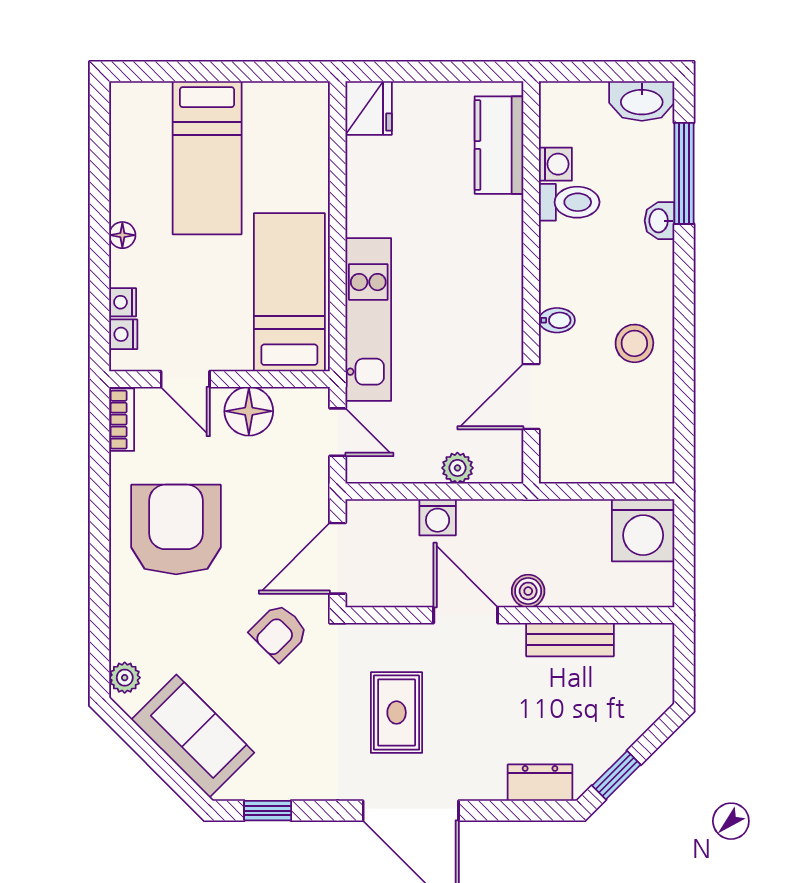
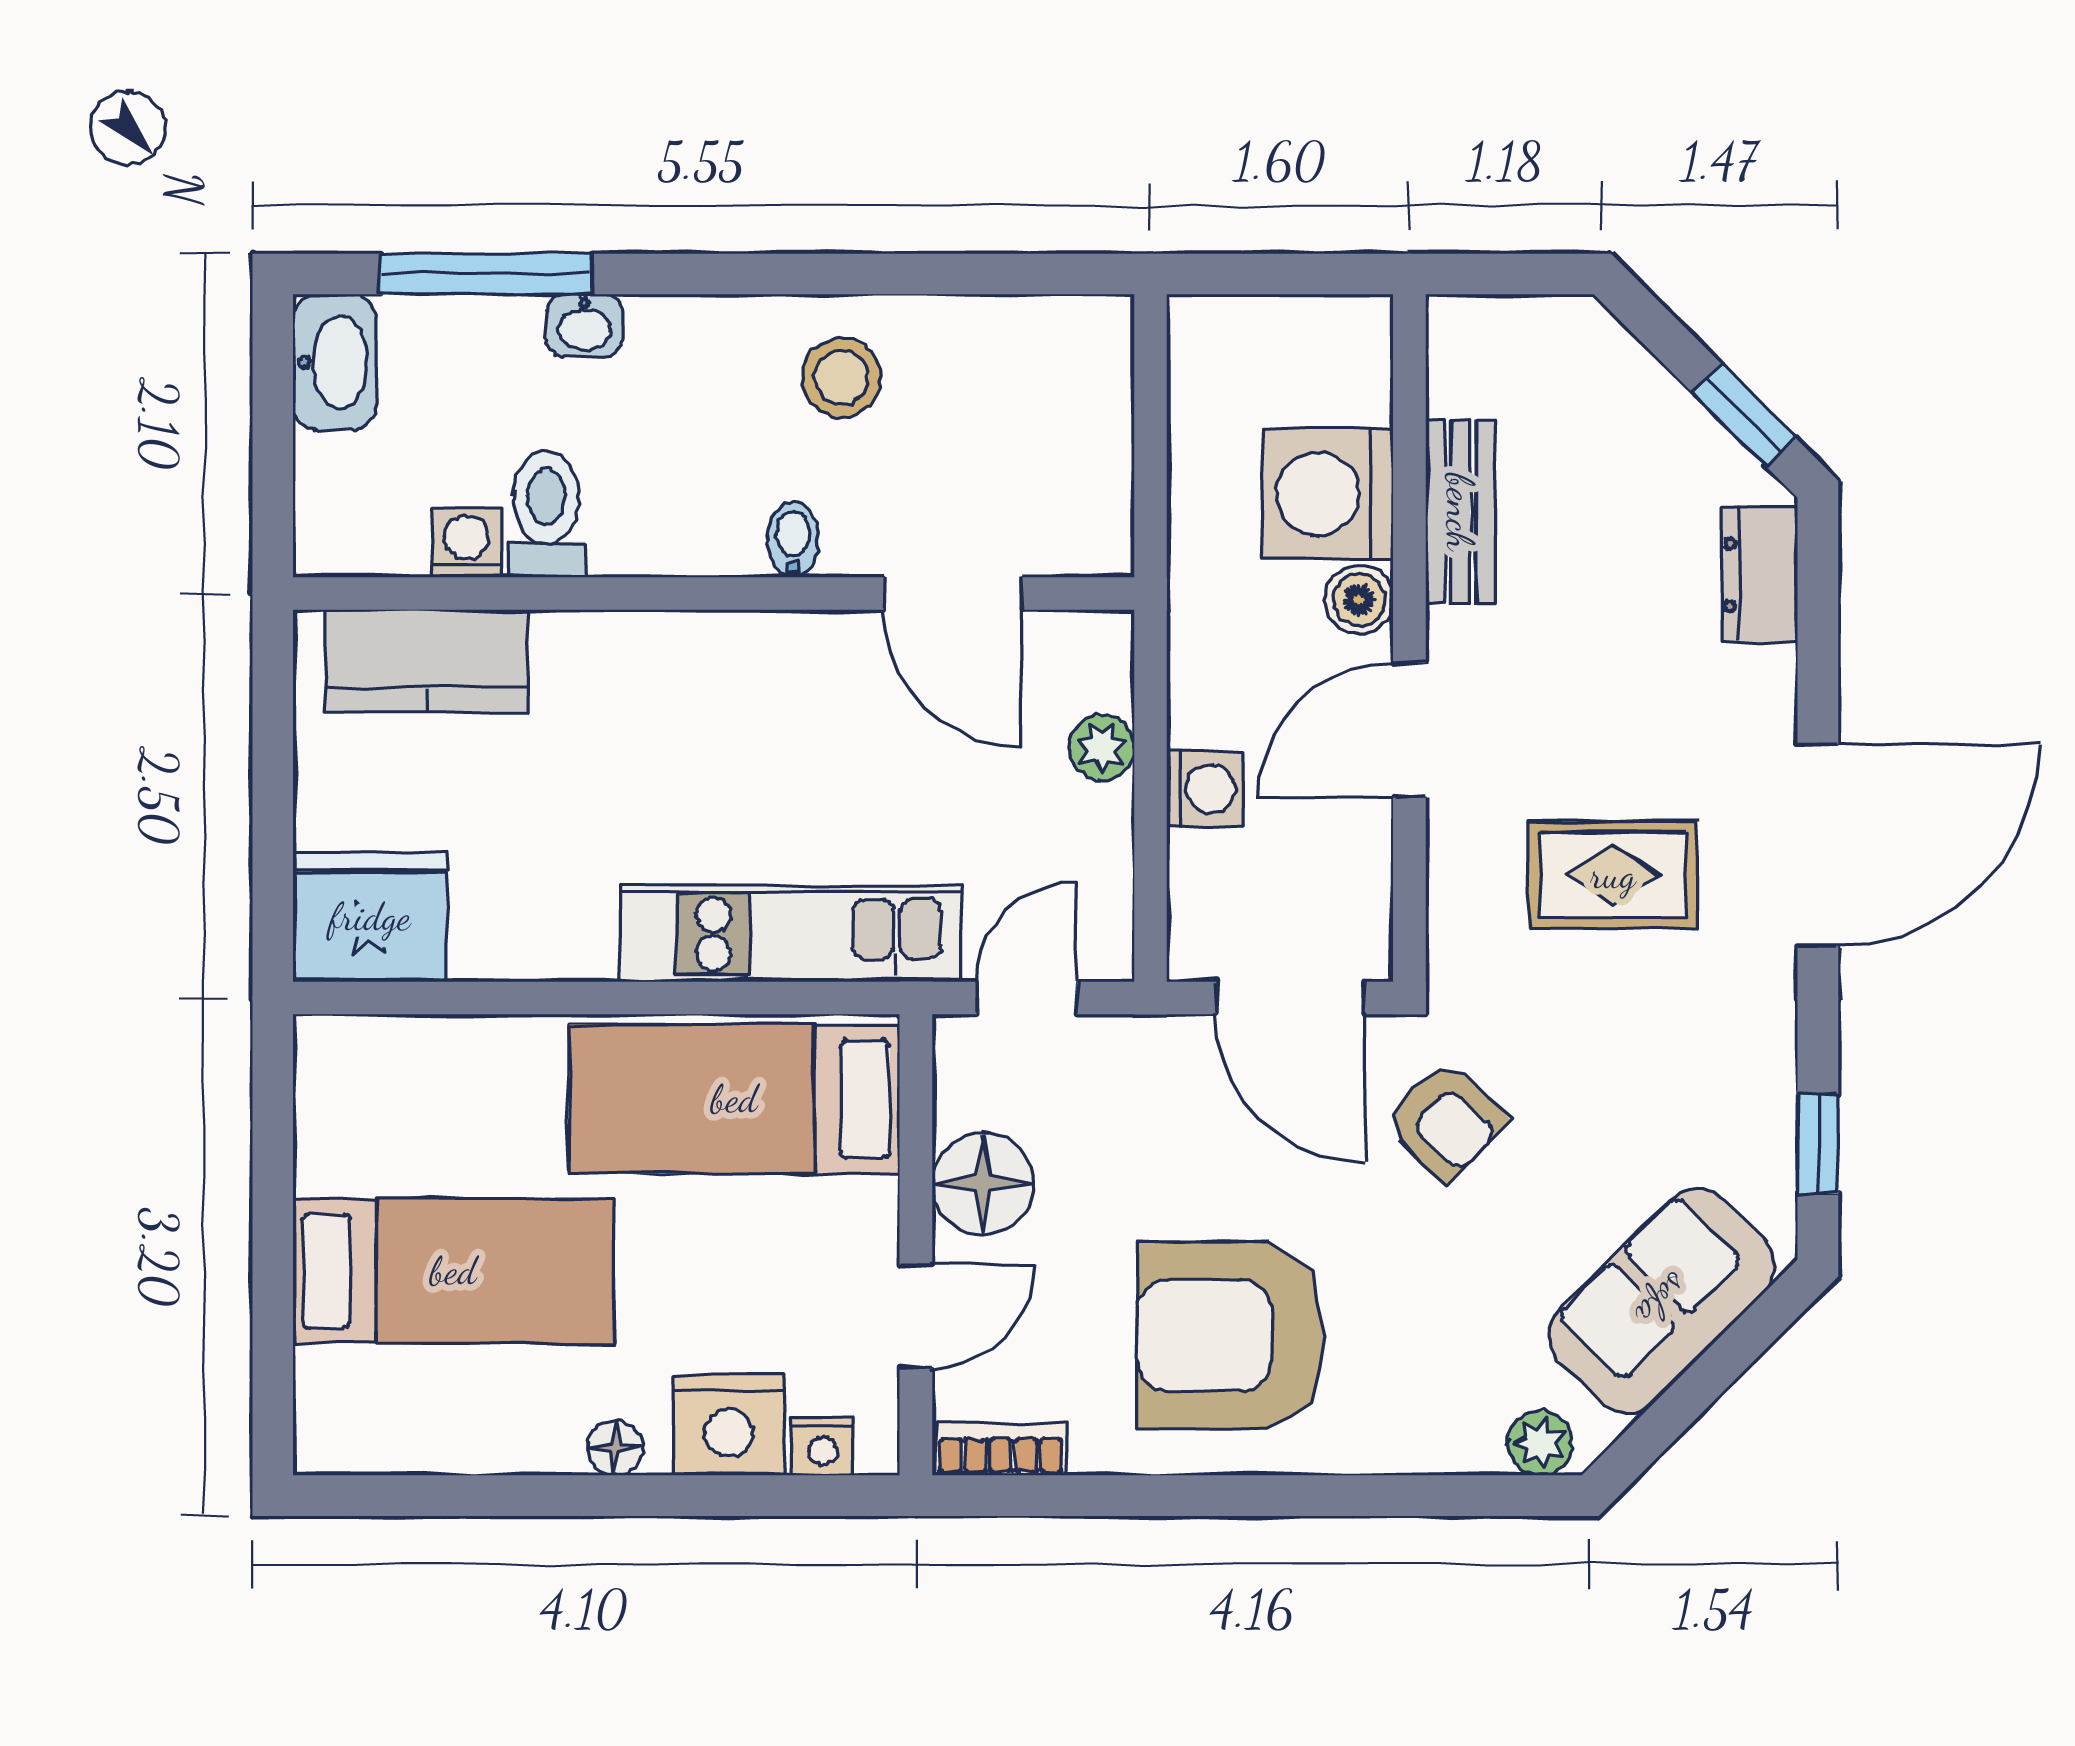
fridge: (369, 108) -> (370, 917), width x1.36, depth x1.34
nightstand: (123, 302) -> (729, 1425), width x1.89, depth x1.79
washing machine: (643, 530) -> (1328, 494), moved, turned 180

